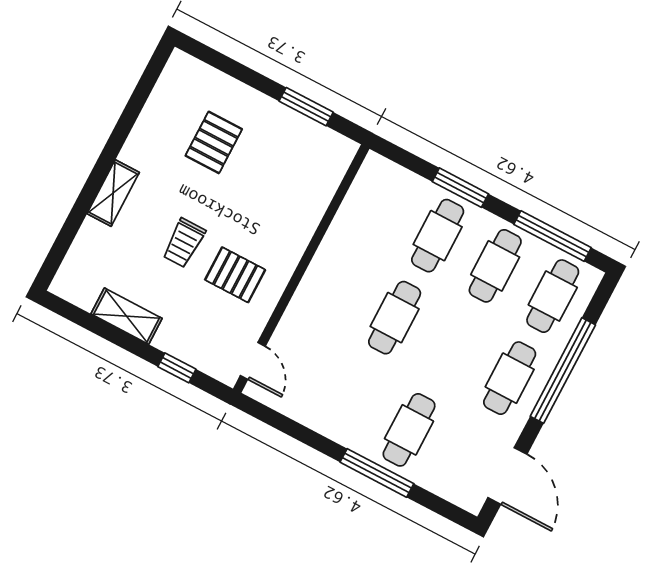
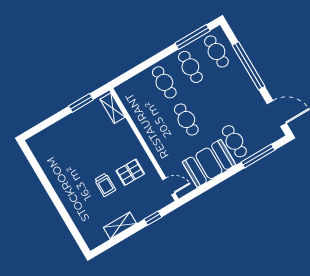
pallet: (214, 142) -> (72, 148), removed
window: (460, 188) -> (151, 62), removed
shelving: (113, 193) -> (113, 108), moved
cafe table: (510, 378) -> (238, 89), removed
booth: (340, 408) -> (209, 163), added
window: (377, 473) -> (258, 156), moved

